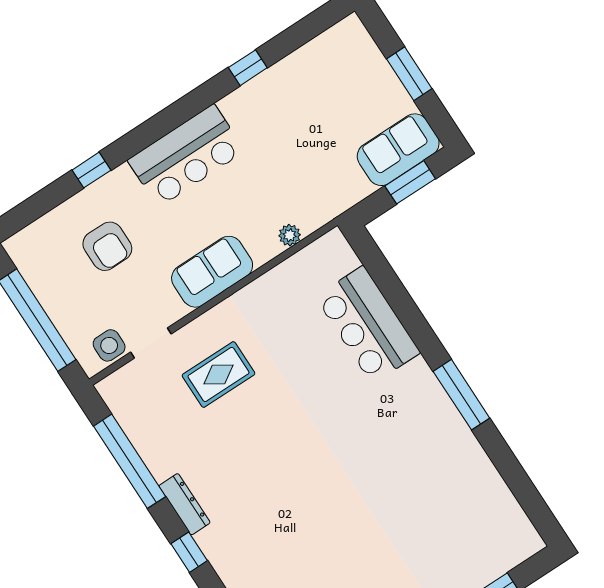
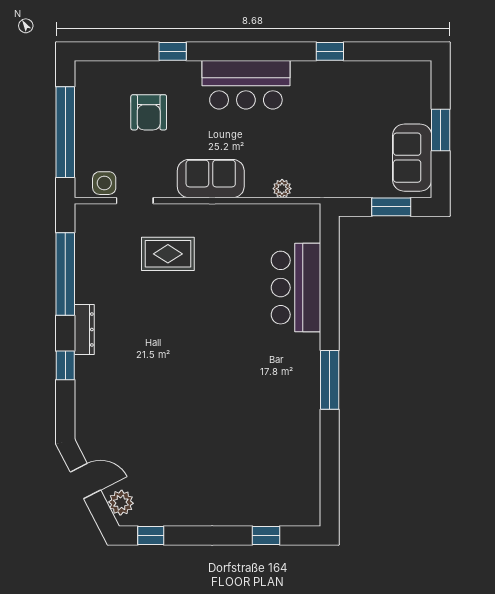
sofa: (398, 150) -> (412, 158), moved, turned -90

